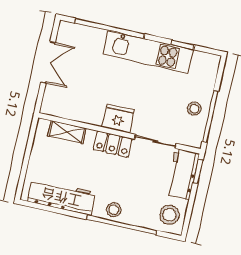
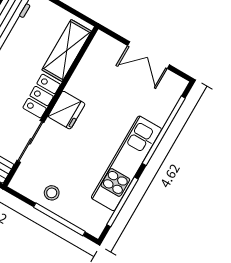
window: (183, 45) -> (123, 202), width x2.17
window: (210, 116) -> (59, 219), moved
shelving: (67, 132) -> (67, 51), width x1.50, depth x1.33

